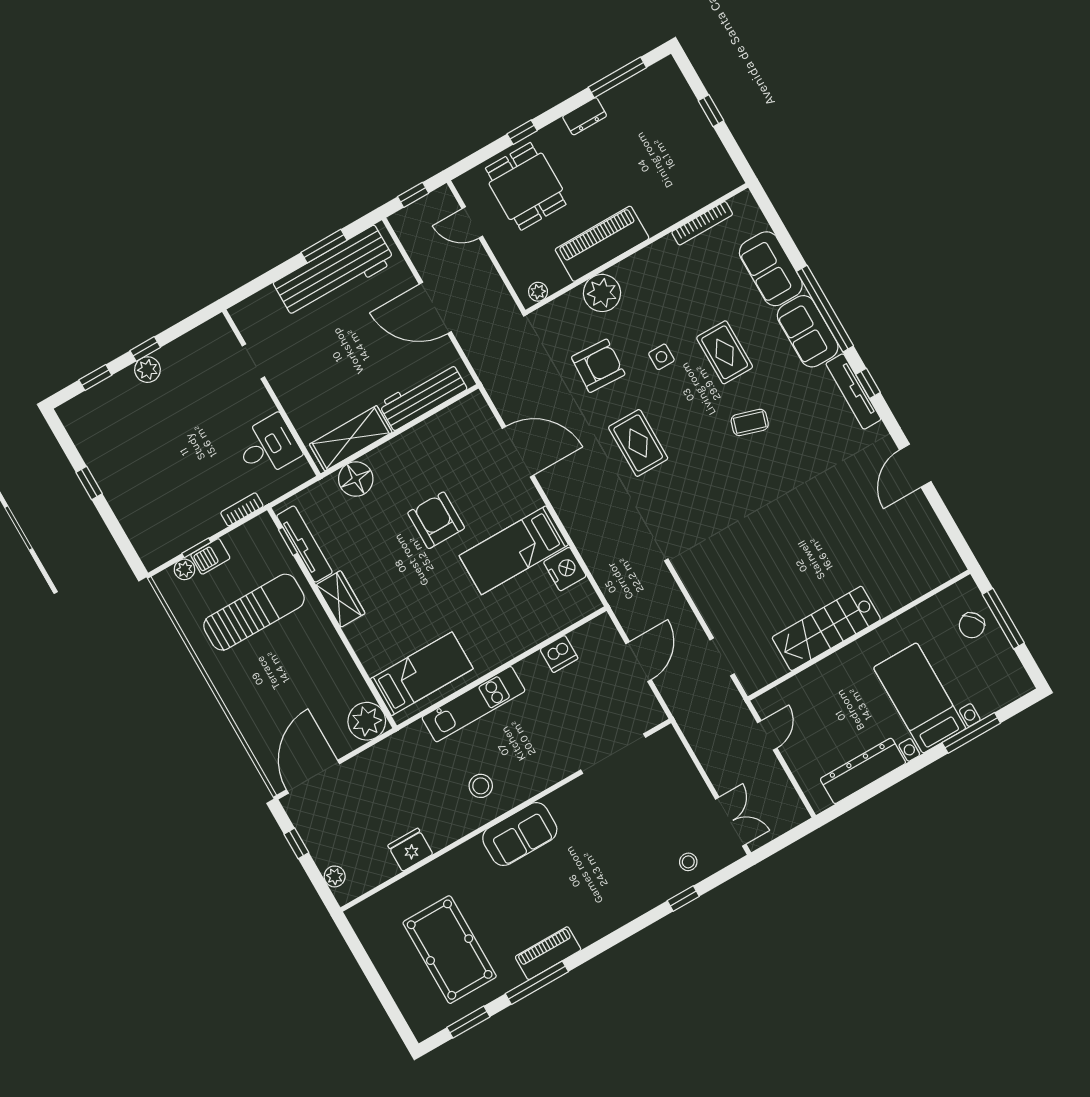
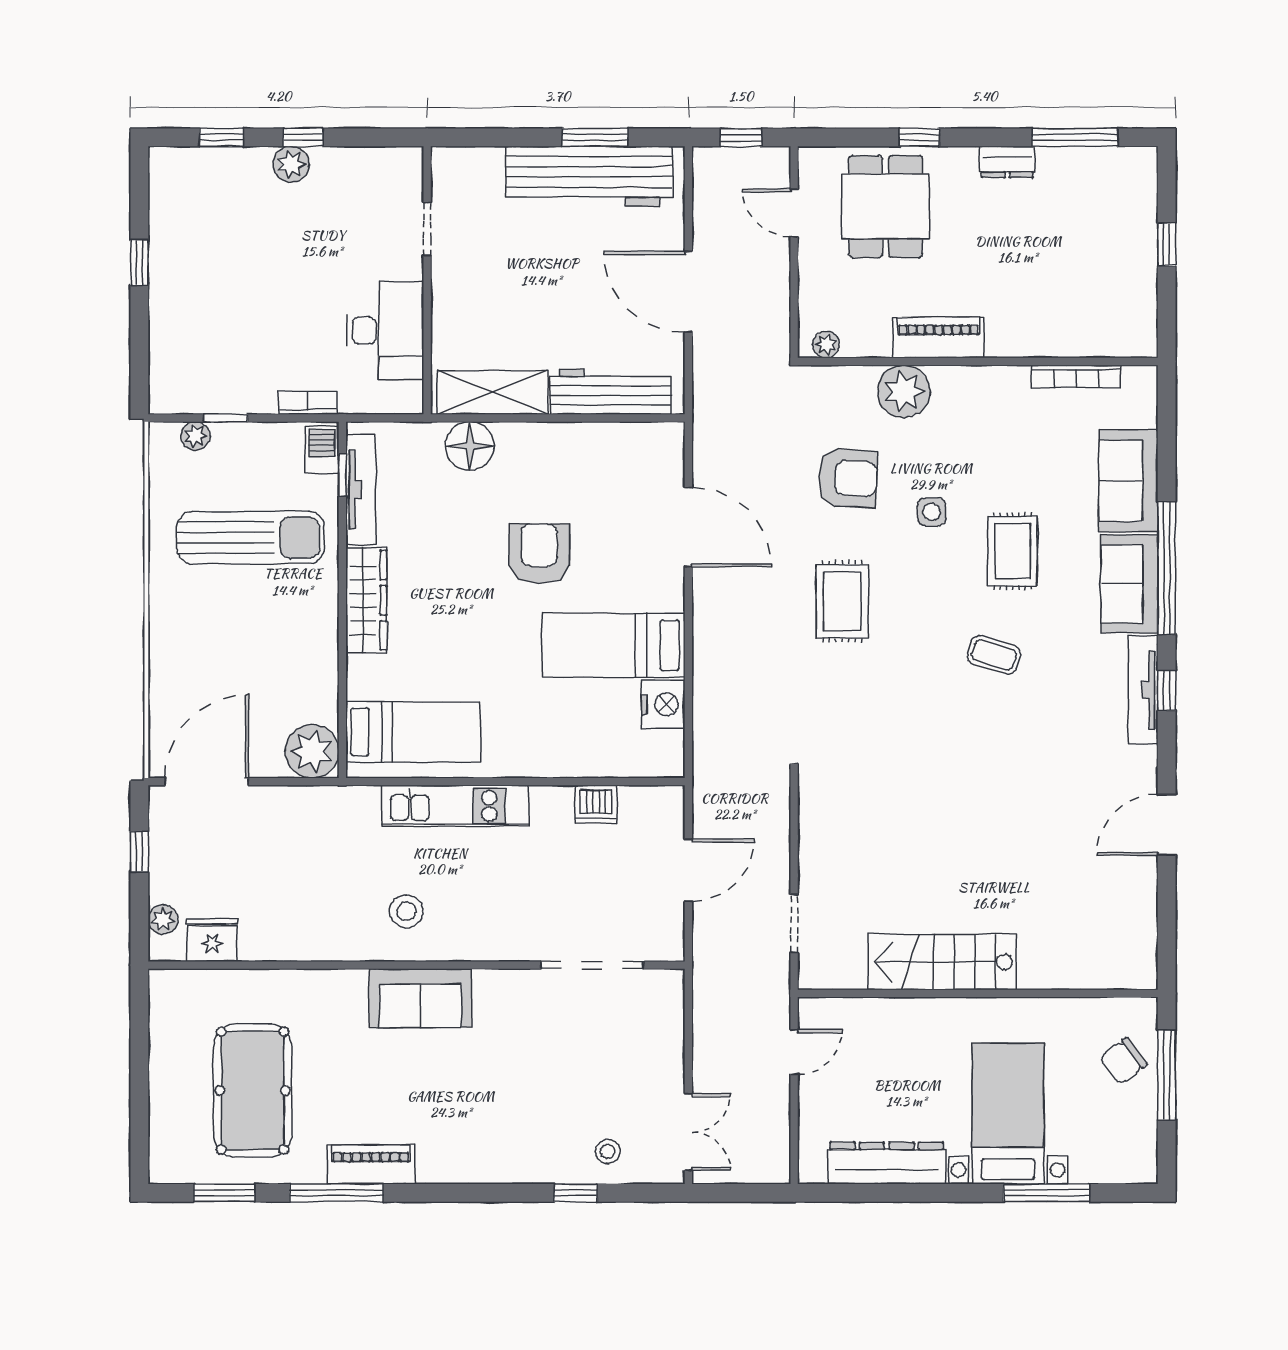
piano: (602, 244) -> (939, 338), width x0.73, depth x0.75
desk: (268, 446) -> (385, 330), width x1.37
barbecue: (210, 556) -> (322, 450), moved, turned 90
wardrobe: (341, 599) -> (366, 600), width x1.50
fridge: (410, 850) -> (212, 940), moved

